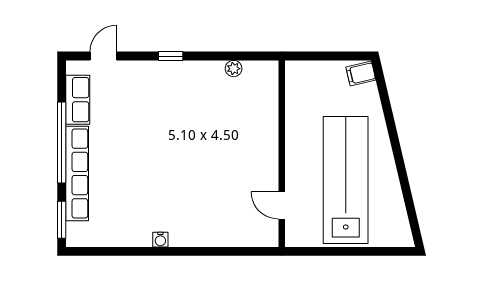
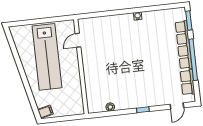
door: (282, 205) -> (78, 40), swing flipped

